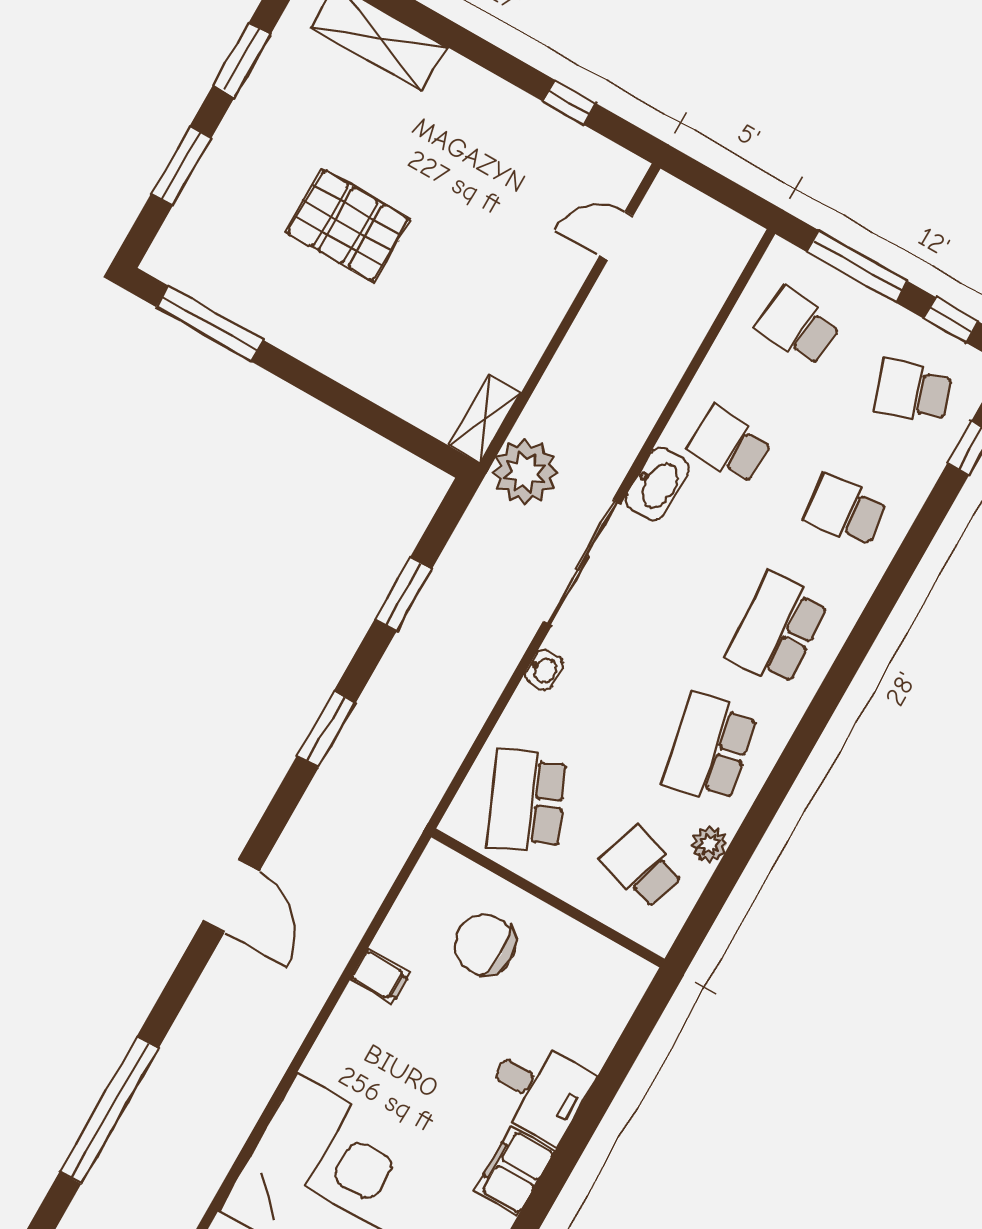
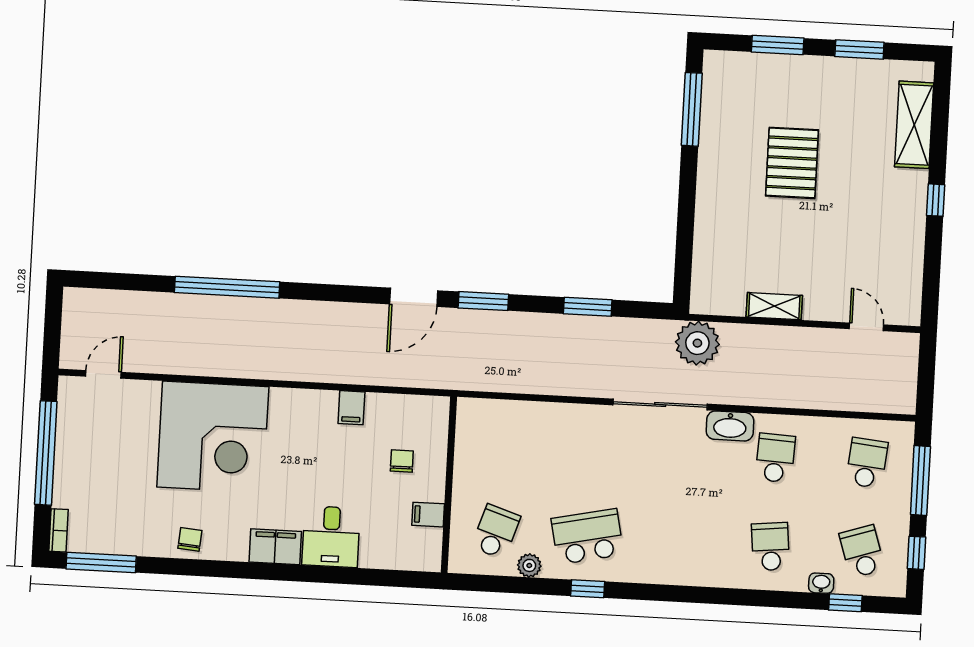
window: (570, 102) -> (936, 200), moved
shelving: (485, 419) -> (774, 306), moved
school desk: (777, 629) -> (679, 542), removed
washbasin: (544, 670) -> (821, 583), moved, turned 180
window: (779, 782) -> (588, 589), added
school desk: (527, 801) -> (501, 443), removed
door: (231, 896) -> (414, 297), moved
chair: (485, 945) -> (402, 461), width x0.54, depth x0.54
filing cabinet: (574, 946) -> (428, 515), added
window: (109, 1110) -> (227, 287), moved

